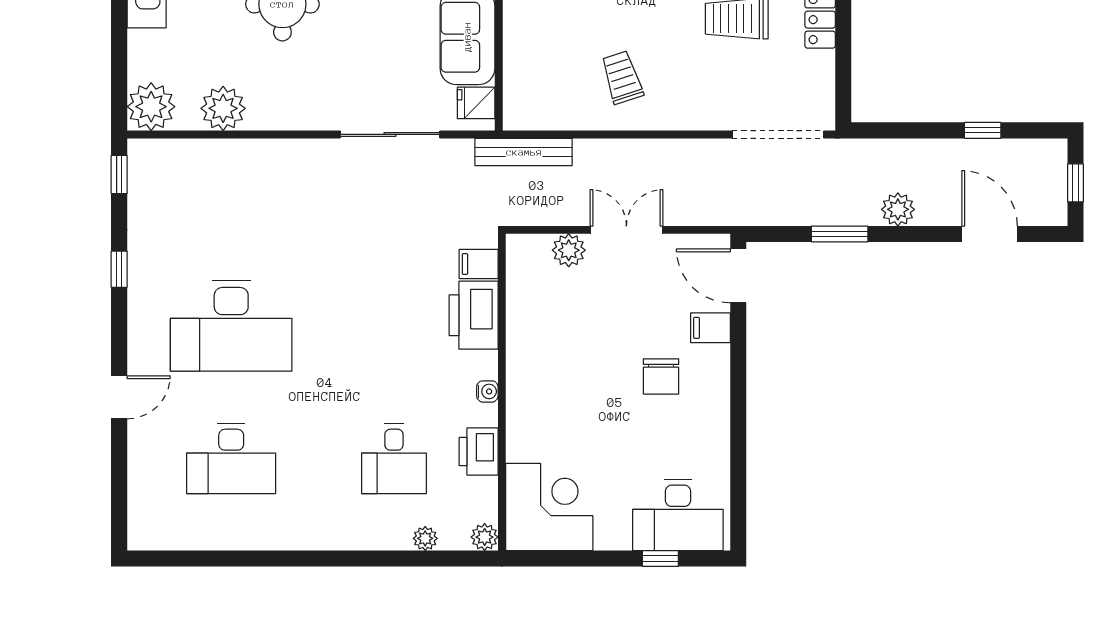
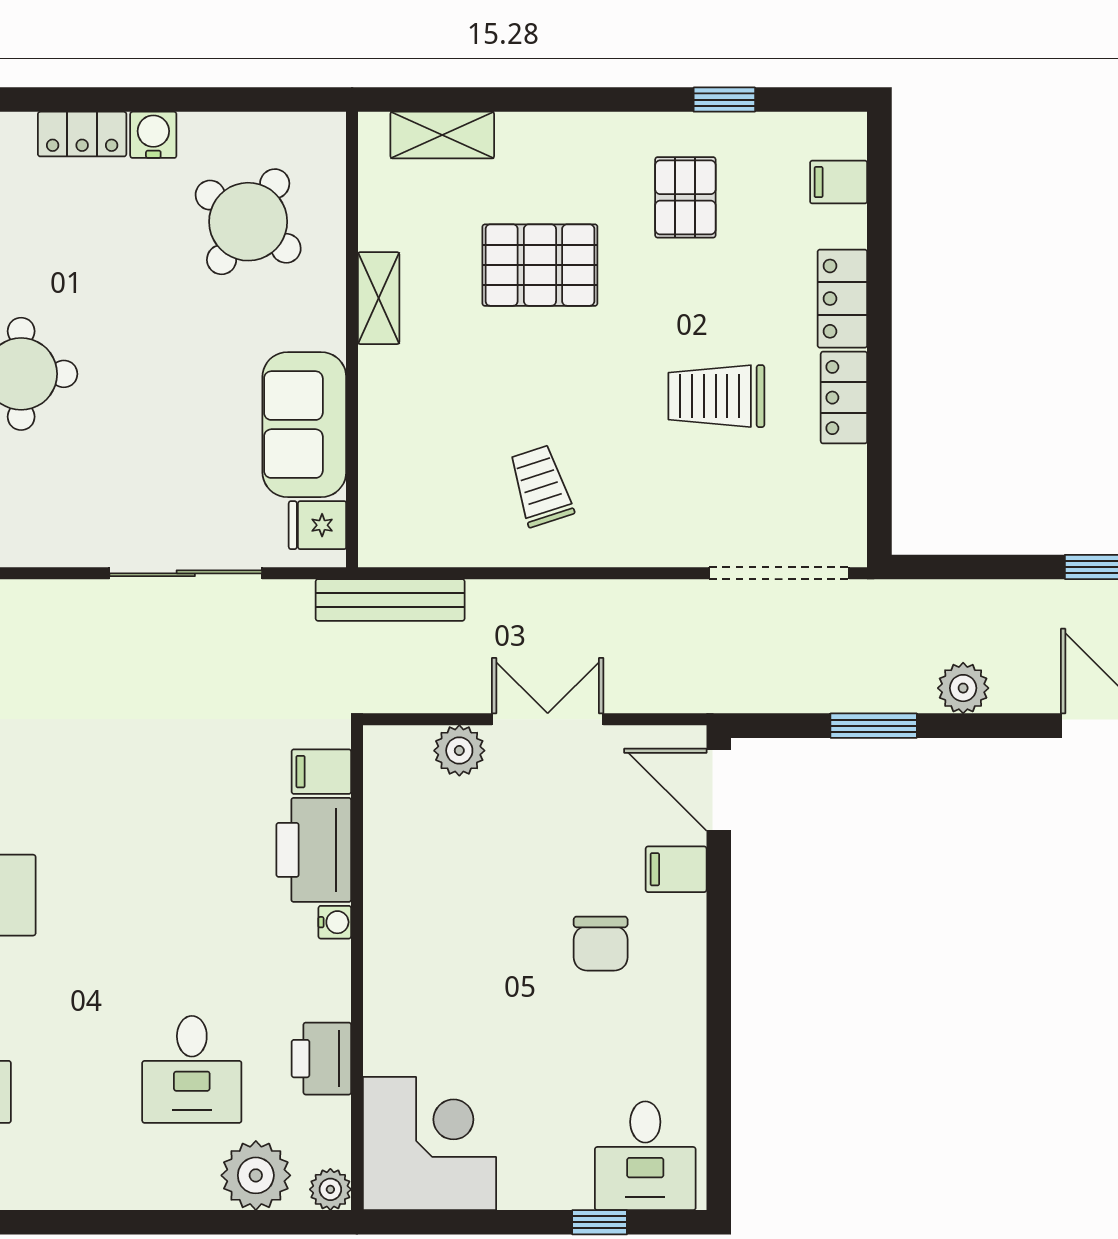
water cooler: (487, 391) -> (335, 922), moved
desk: (678, 515) -> (645, 1156), width x0.73
plant: (425, 538) -> (256, 1175), width x1.88, depth x1.88

